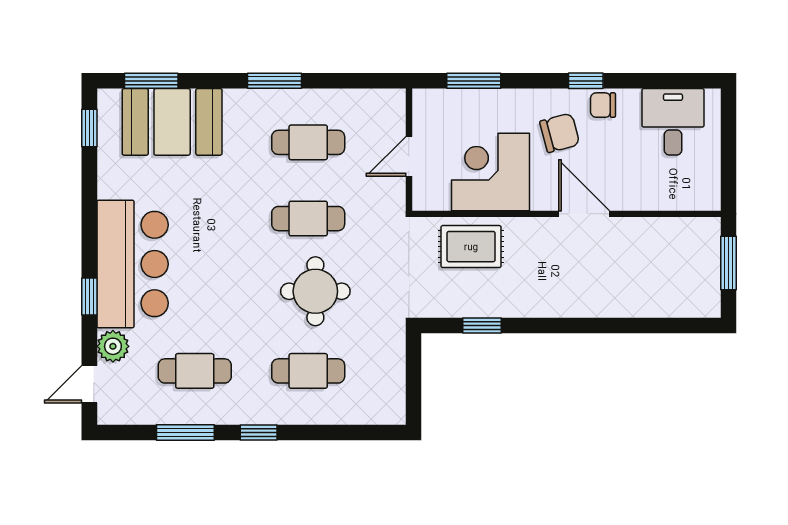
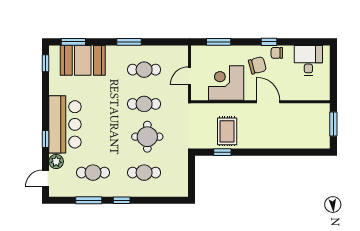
rug: (471, 247) -> (227, 131), moved, turned 90

